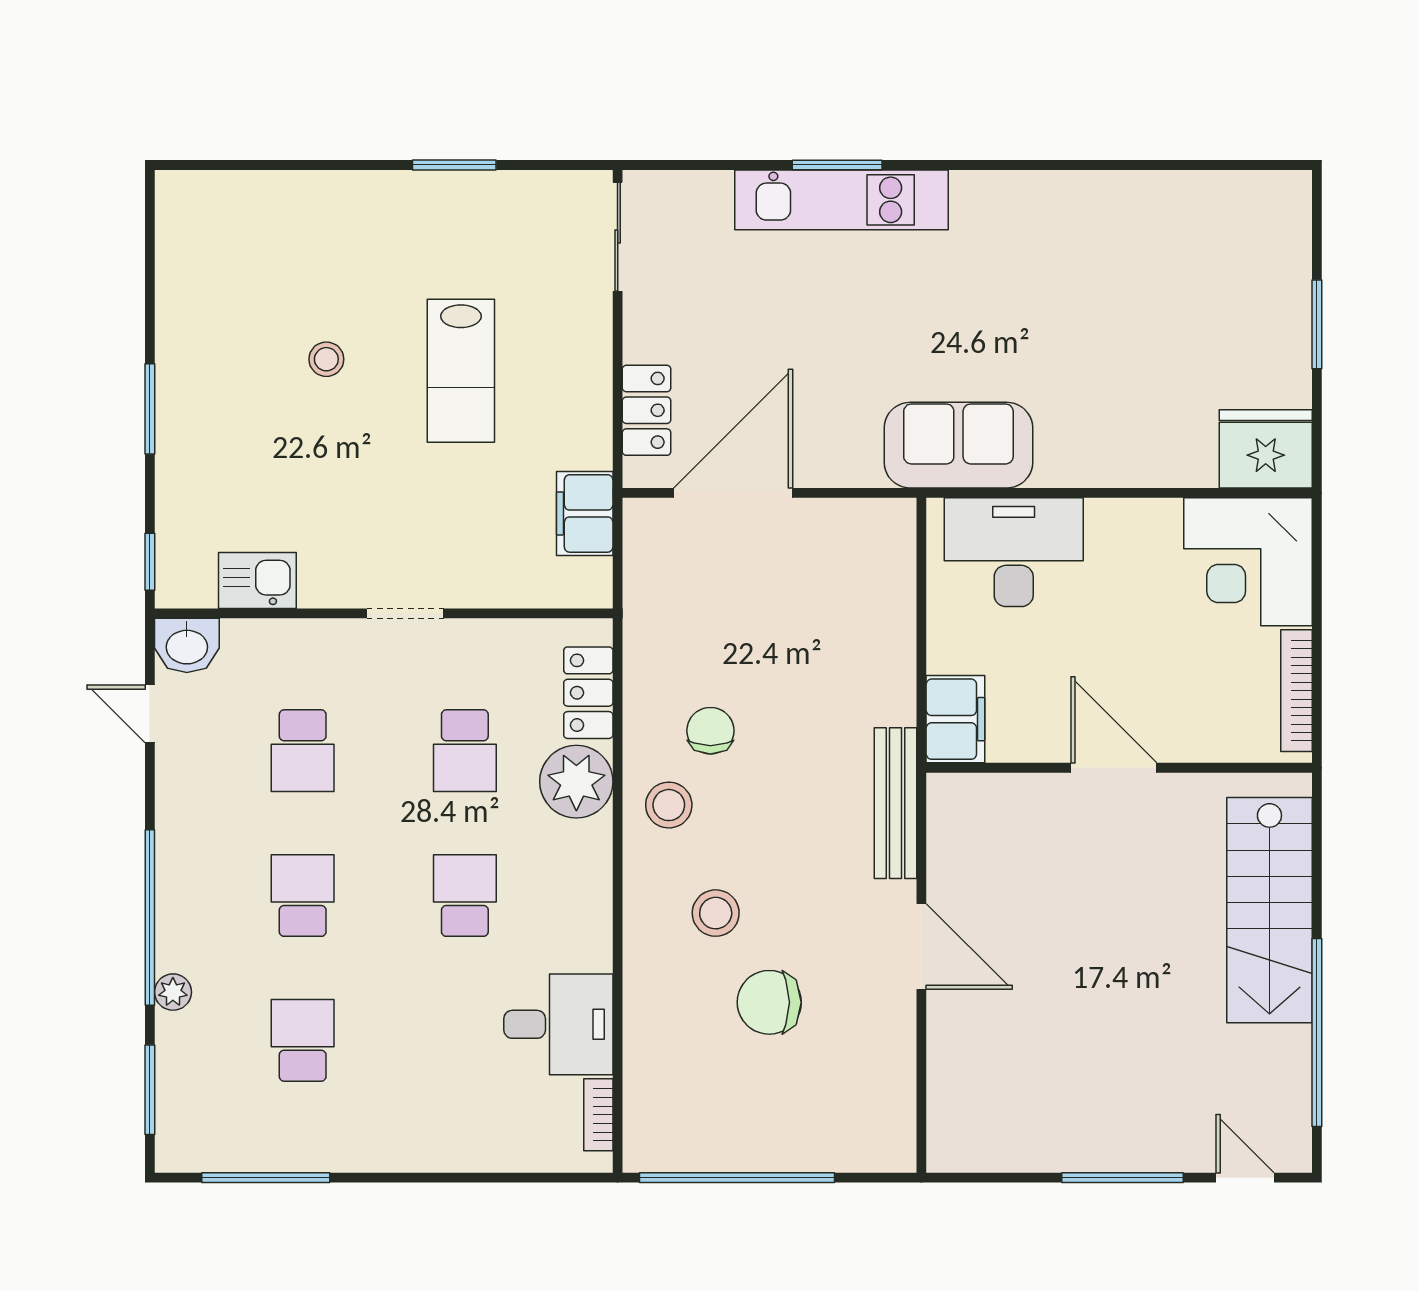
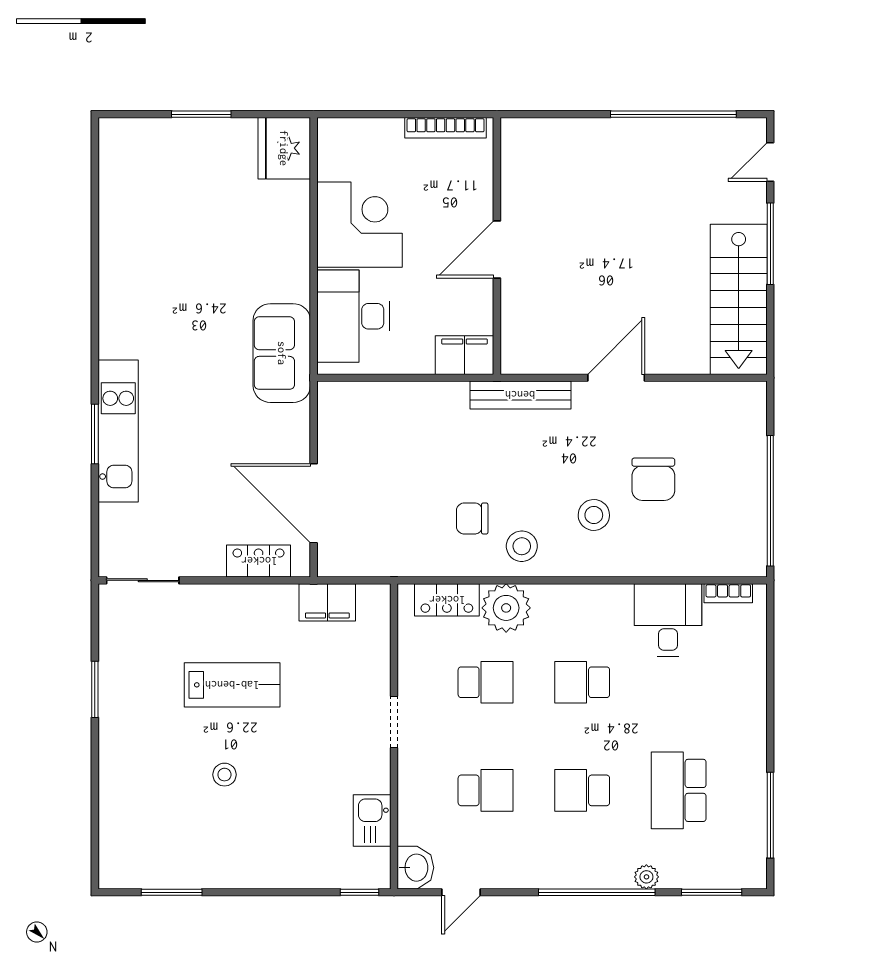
window: (150, 409) -> (172, 892), moved
corner desk: (1248, 562) -> (360, 225), moved, turned -90
stairs: (1269, 910) -> (739, 299), moved, turned 90
school desk: (303, 1040) -> (679, 790), width x1.85

